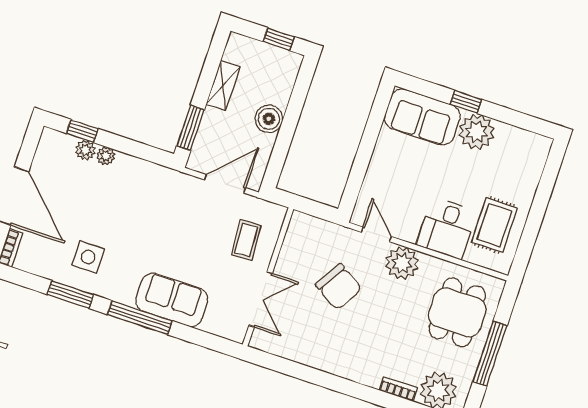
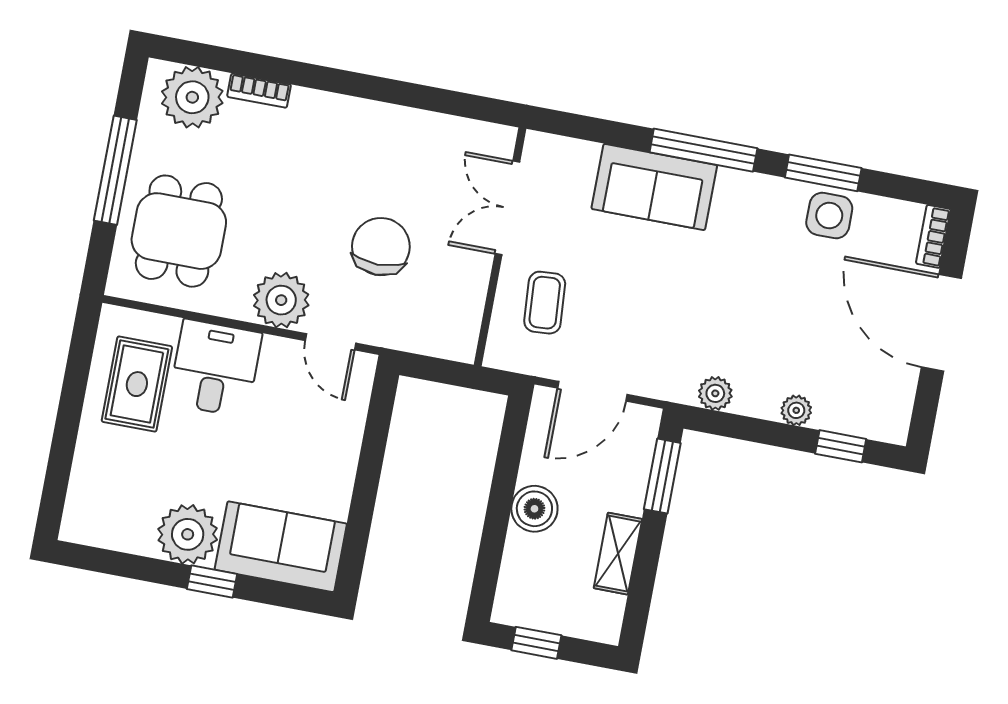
plant: (85, 150) -> (715, 393), moved
side table: (88, 257) -> (829, 216), moved
chair: (339, 287) -> (381, 247), turned 59

